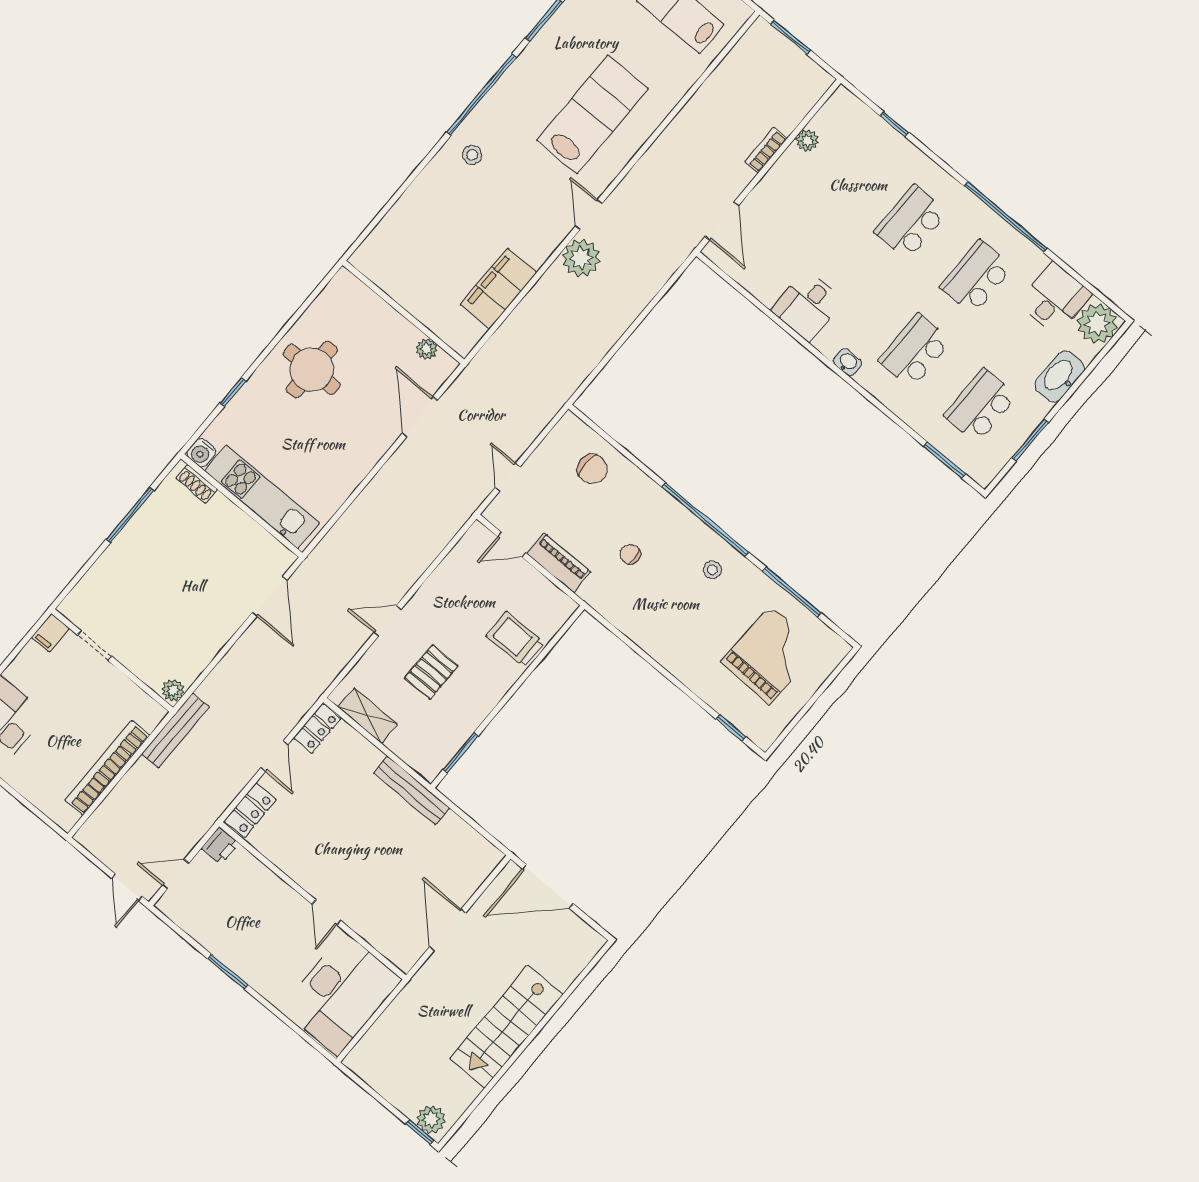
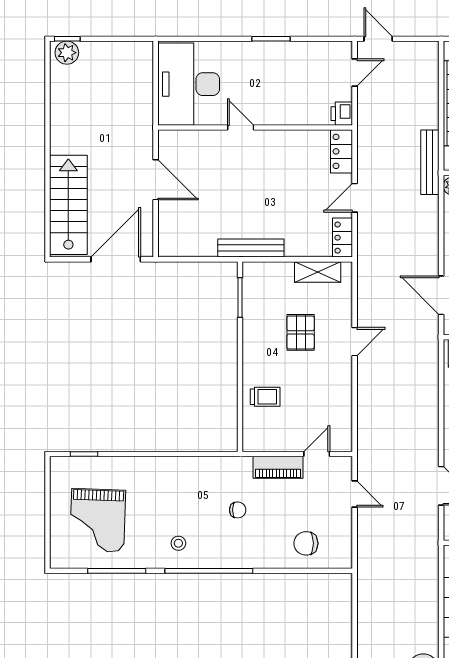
trolley: (515, 639) -> (265, 397), width x0.73, depth x0.72
door: (274, 756) -> (355, 198), hinge flipped
stairs: (506, 1027) -> (68, 205), moved

